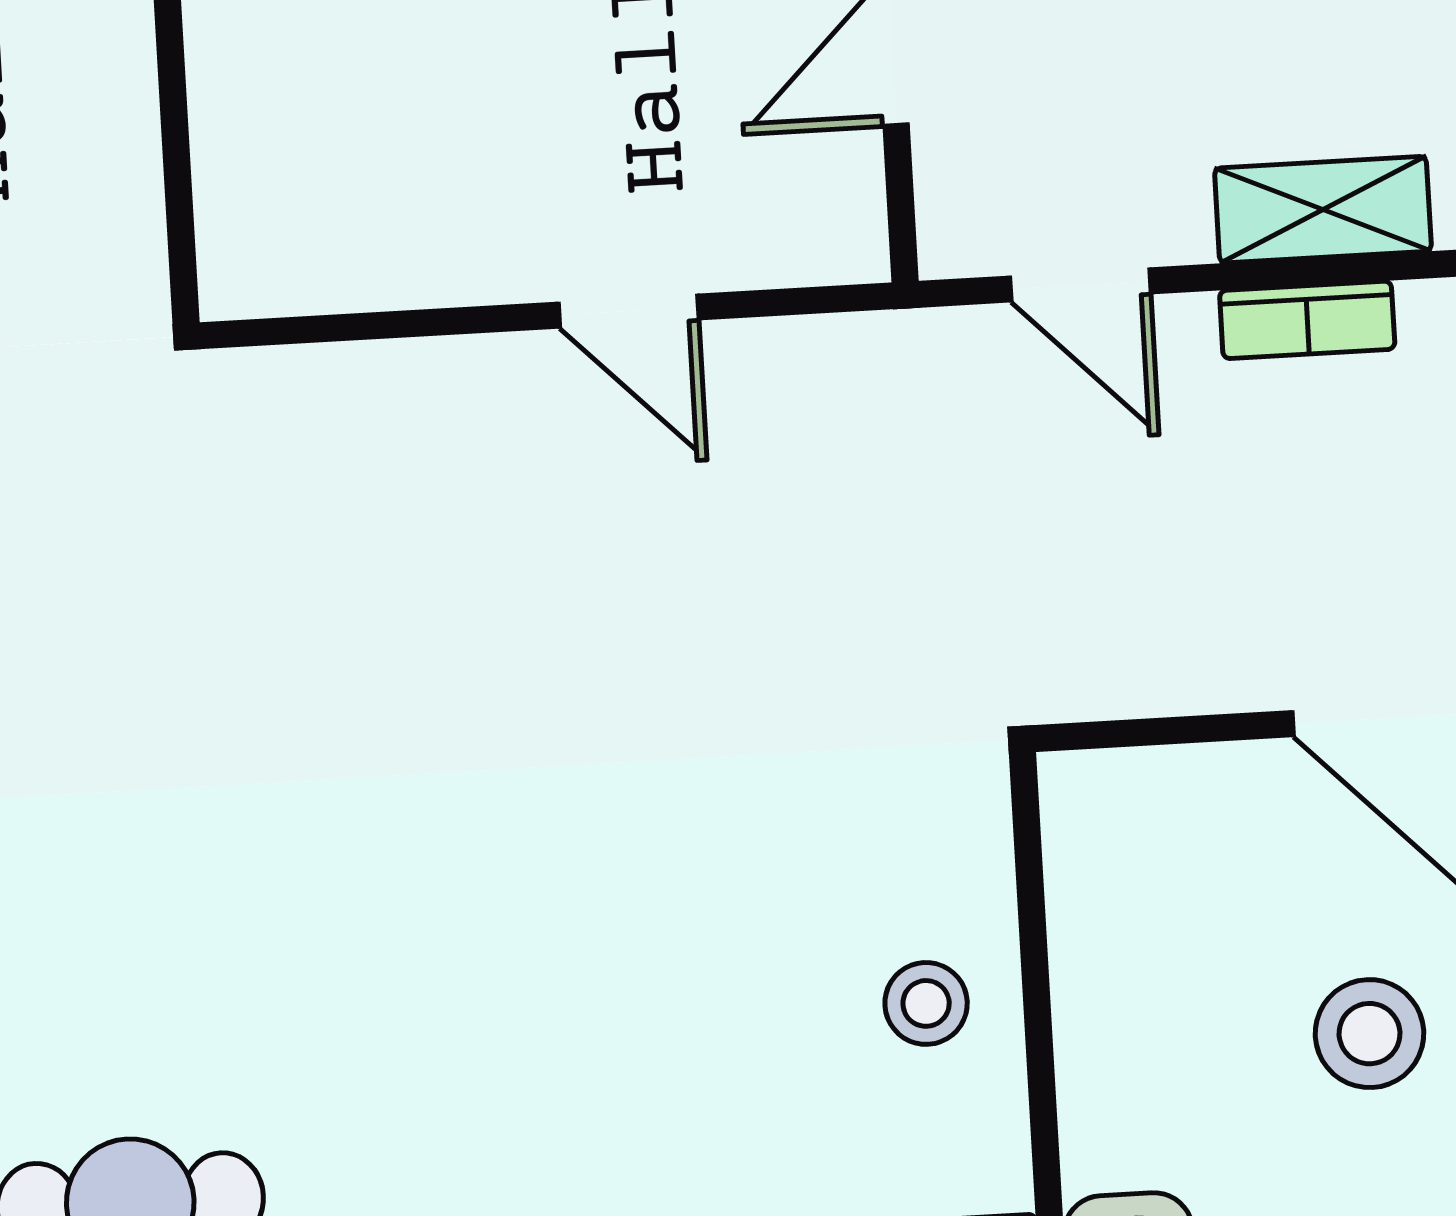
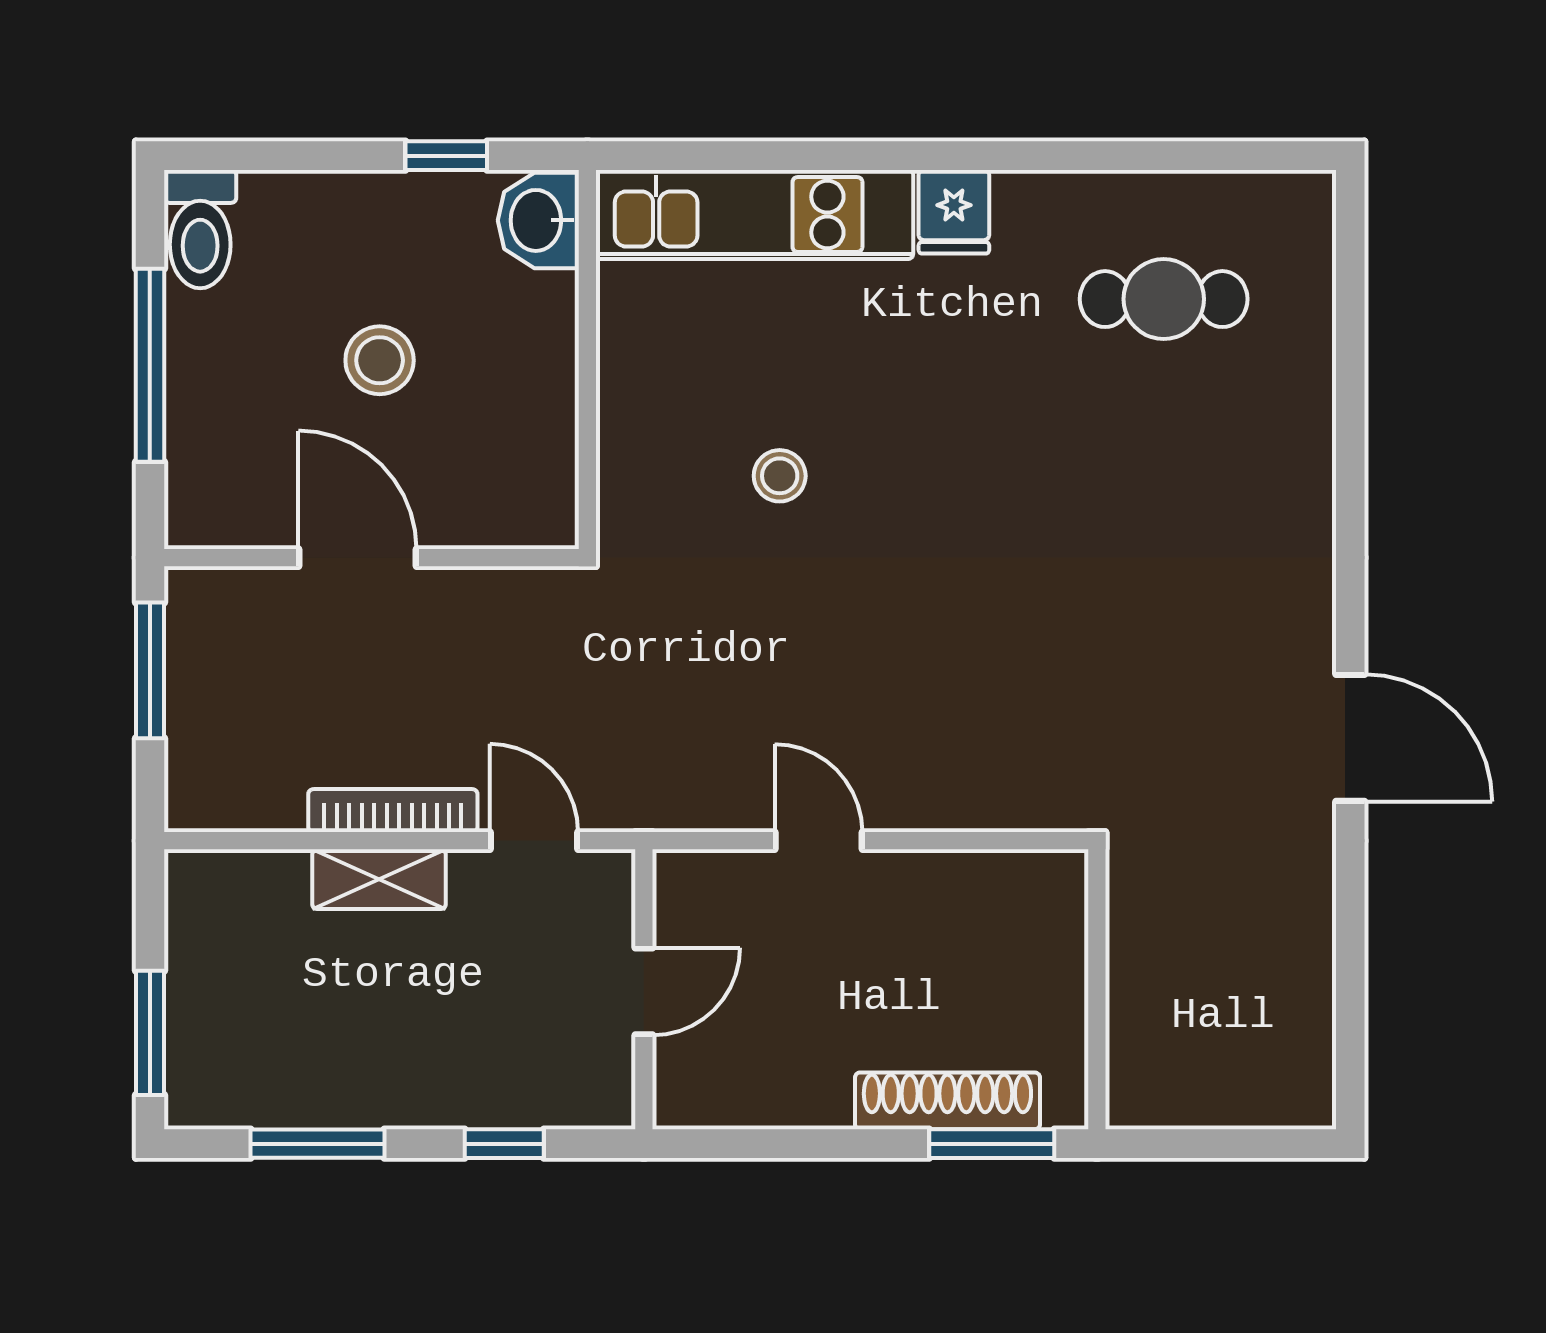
bookcase: (1307, 320) -> (393, 811), width x1.56
stool: (926, 1003) -> (780, 476), moved

